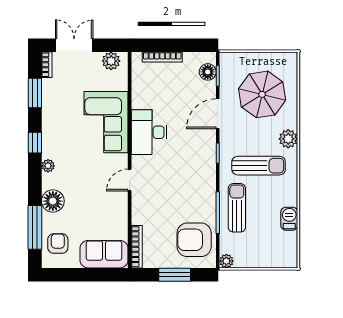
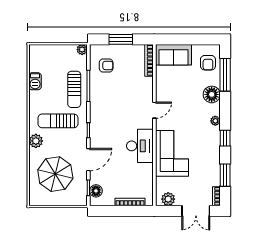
armchair: (194, 240) -> (106, 65), width x0.53, depth x0.53

